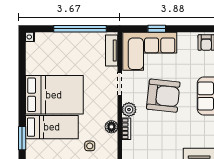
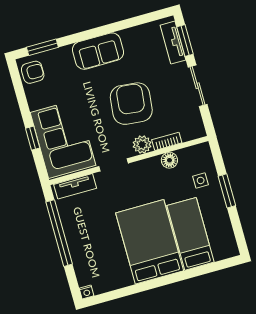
armchair: (163, 96) -> (131, 104), moved
window: (22, 138) -> (214, 267), removed

